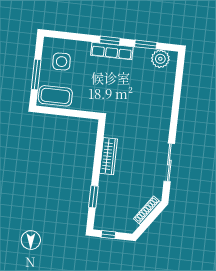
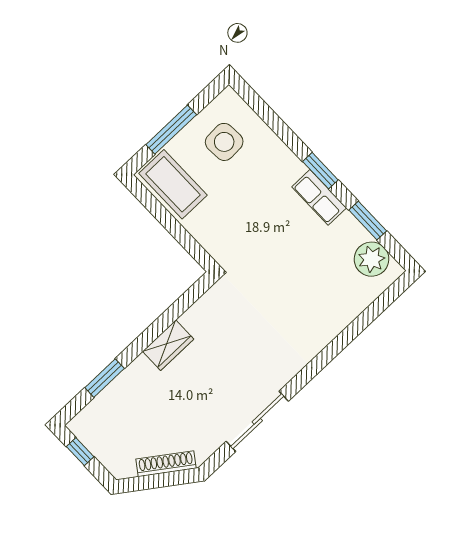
row of seats: (112, 51) -> (319, 197), width x0.68
wardrobe: (108, 156) -> (168, 345), width x0.67

